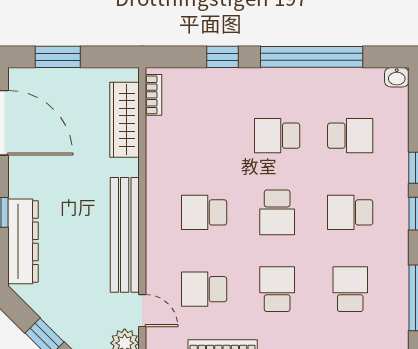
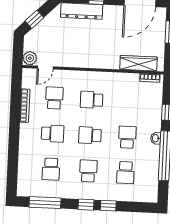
washbasin: (397, 77) -> (156, 138), moved
school desk: (204, 212) -> (92, 100), turned -90
bench: (125, 235) -> (82, 61), removed
school desk: (350, 289) -> (51, 169), turned 90

